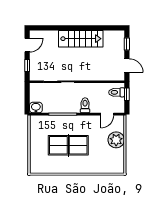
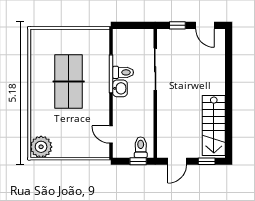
stairs: (81, 39) -> (214, 125), moved
toilet: (85, 105) -> (123, 72), moved
washbasin: (36, 108) -> (120, 88), moved
plant: (116, 140) -> (41, 147), moved

